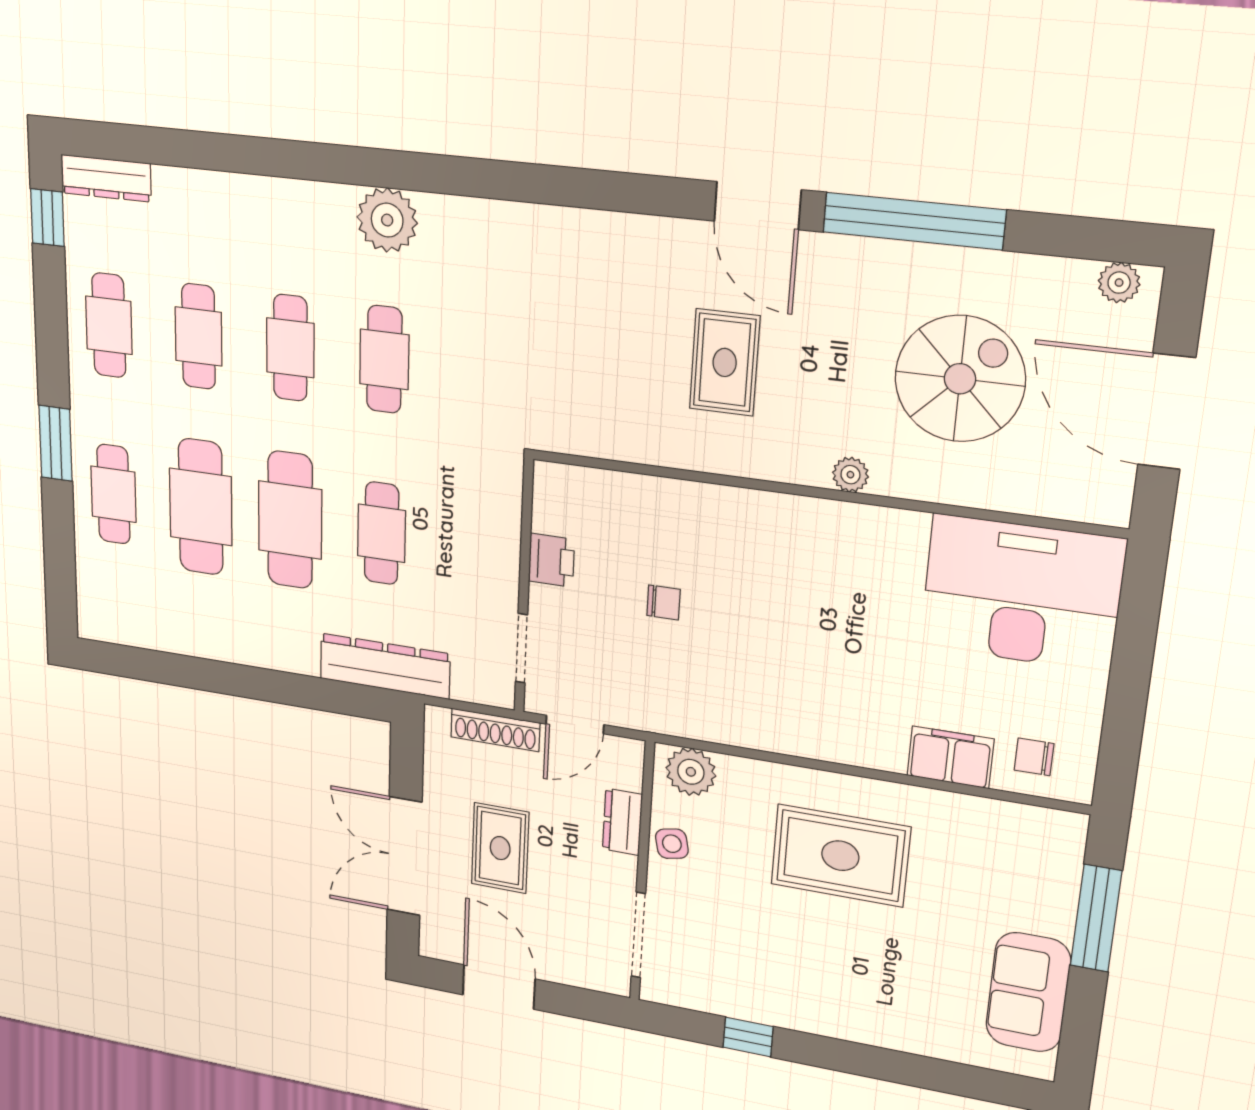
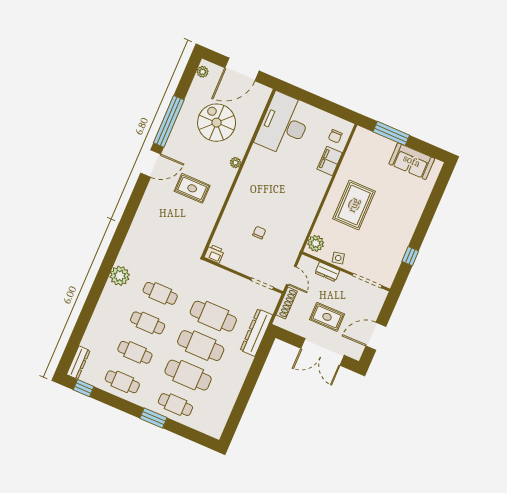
cafe table: (382, 533) -> (213, 316), width x1.37, depth x1.35
printer: (551, 560) -> (214, 254), moved

